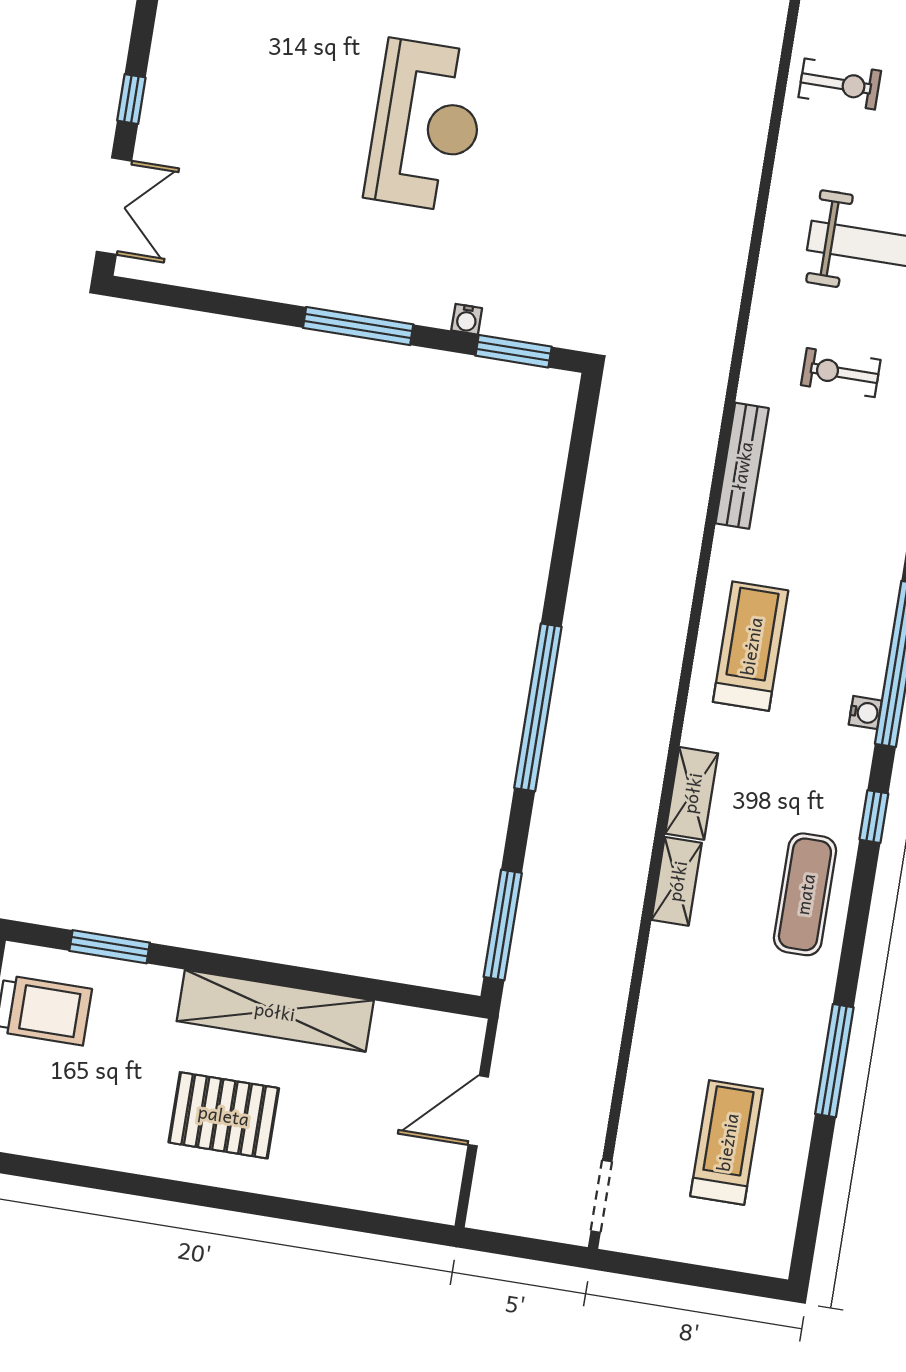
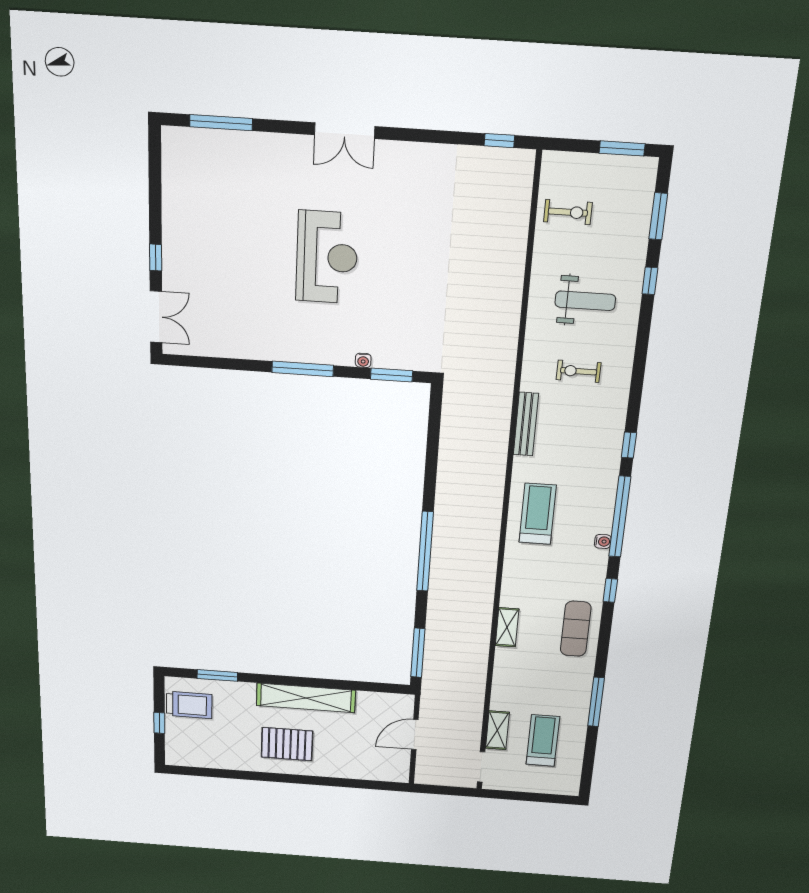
shelving: (692, 793) -> (497, 730), moved

